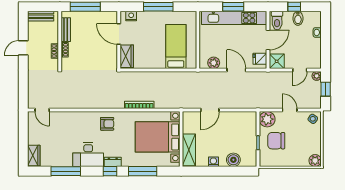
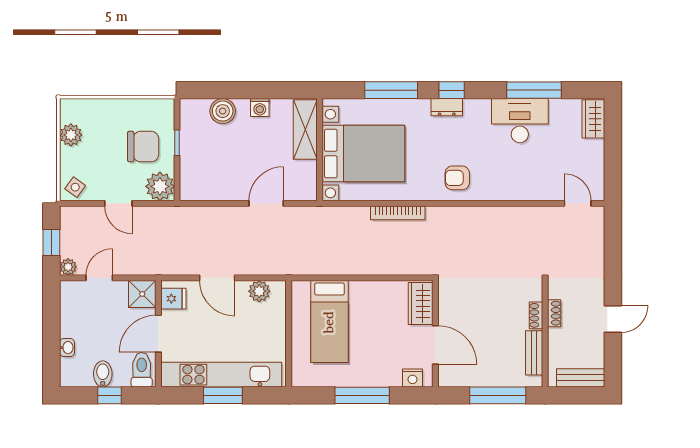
desk: (88, 155) -> (520, 121), moved
plant: (315, 161) -> (71, 135), moved

